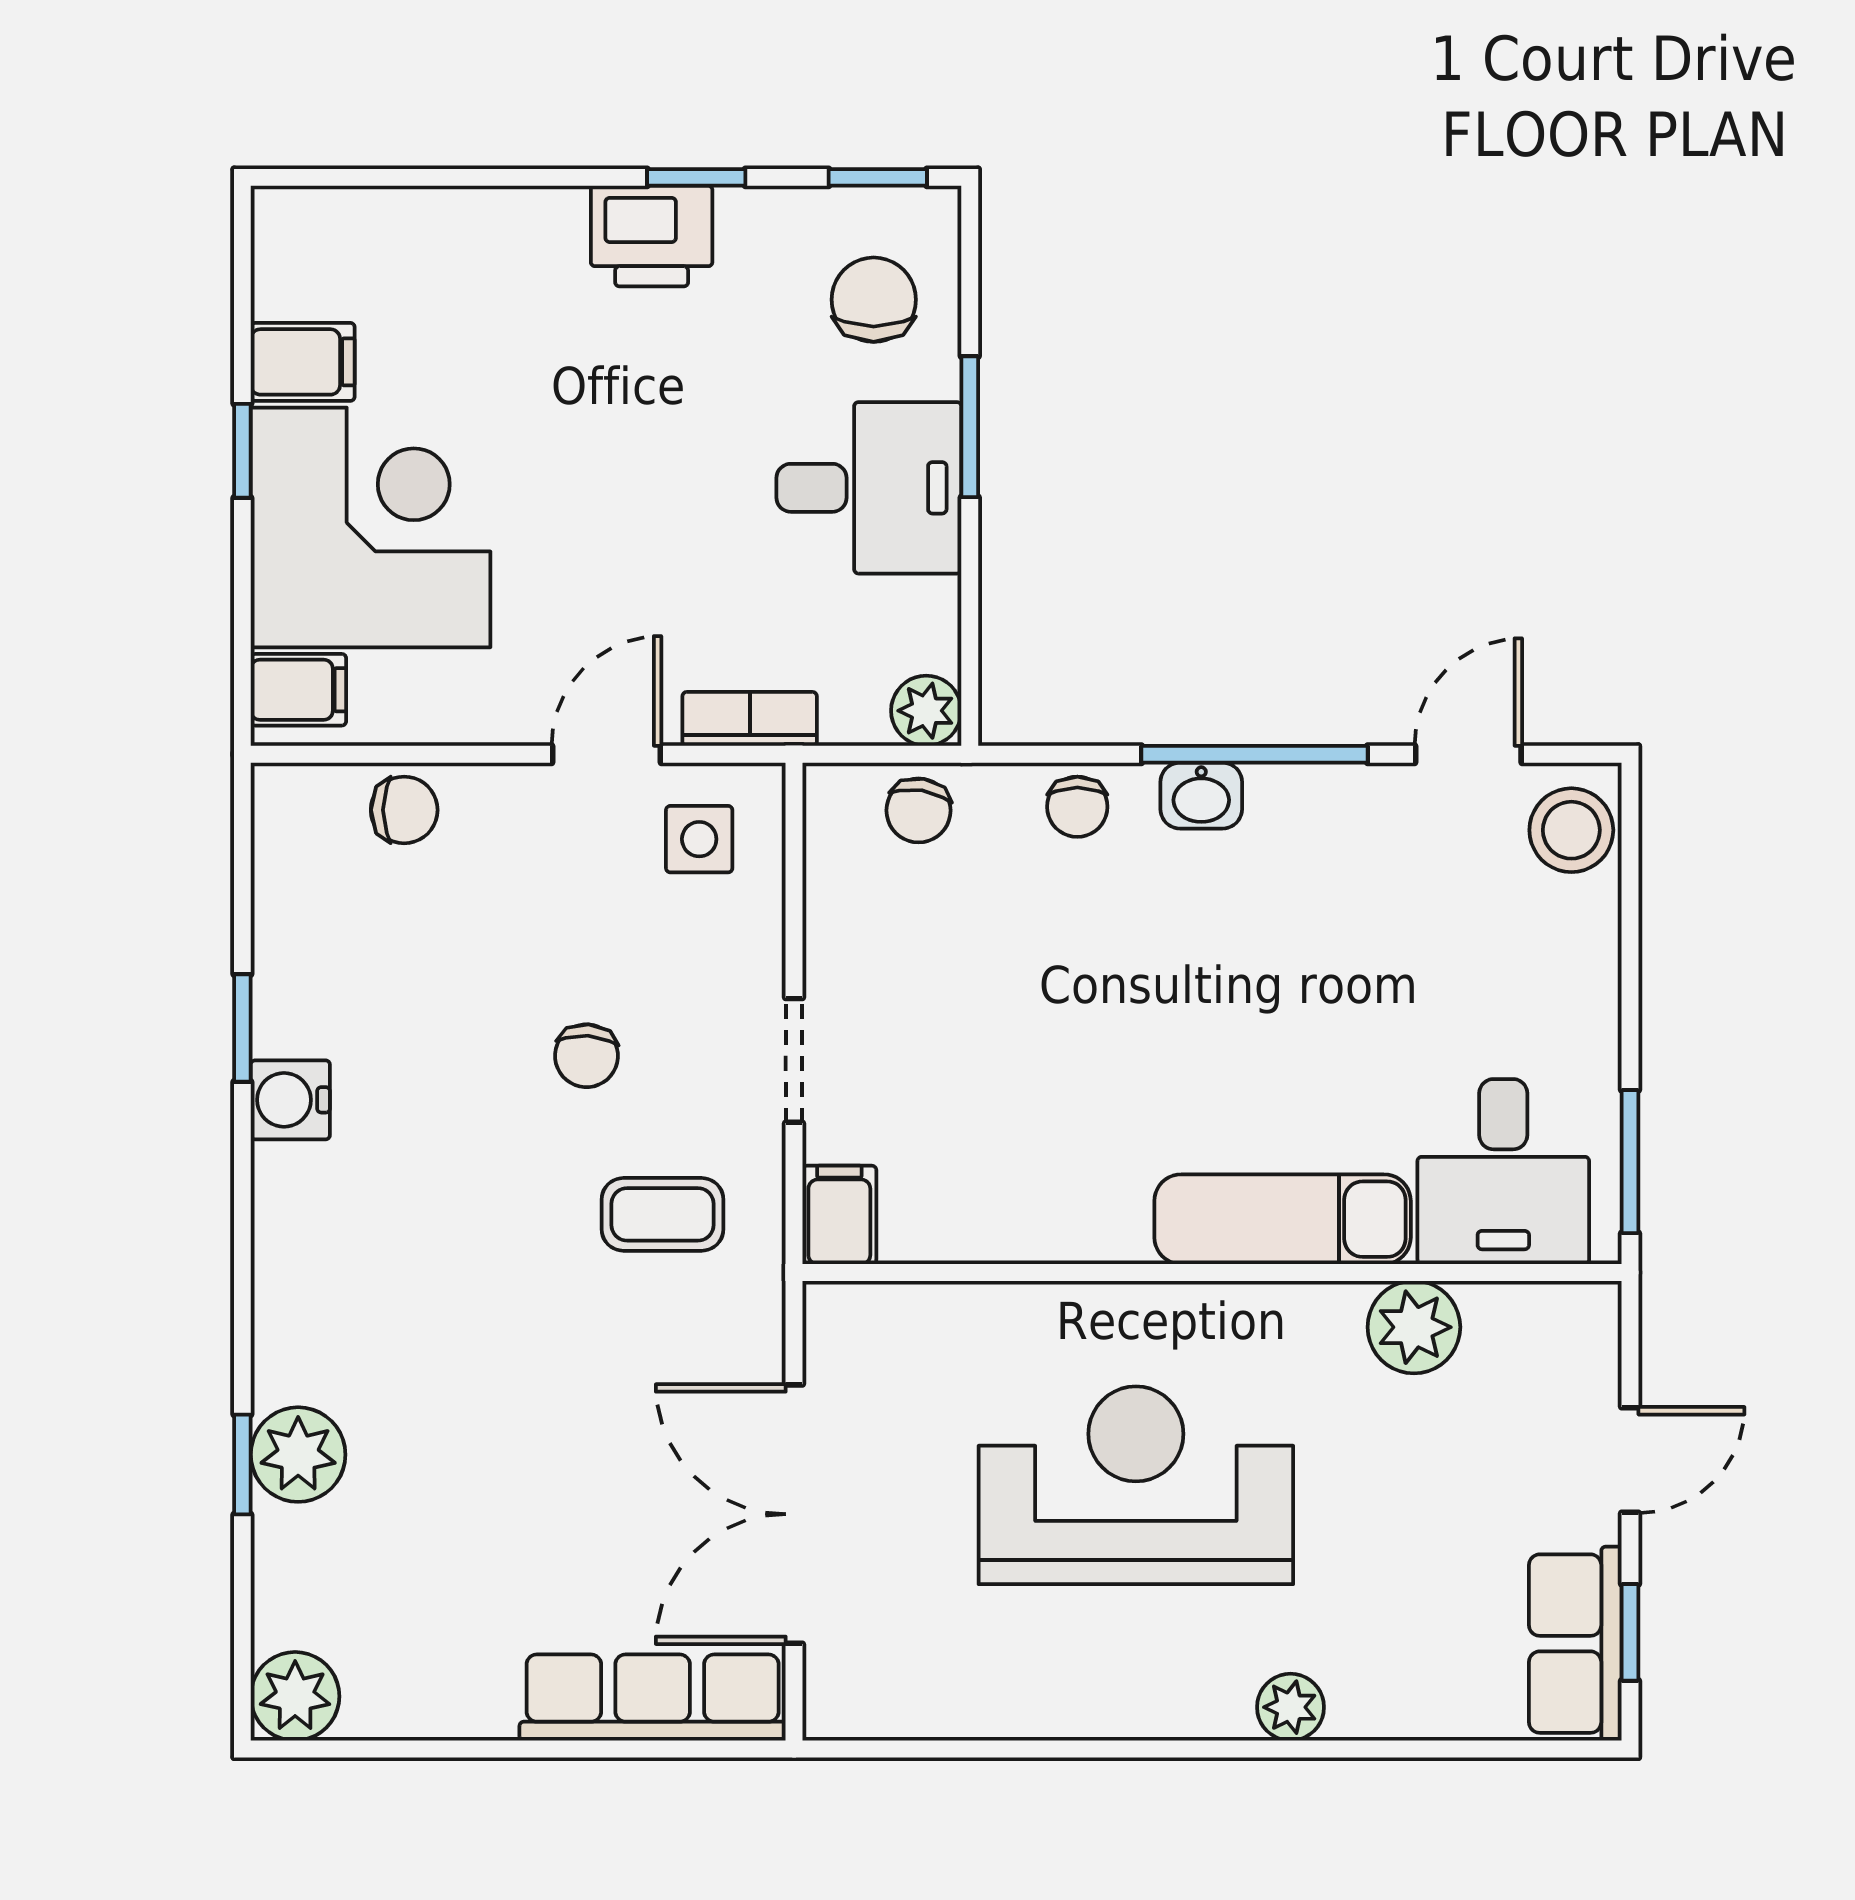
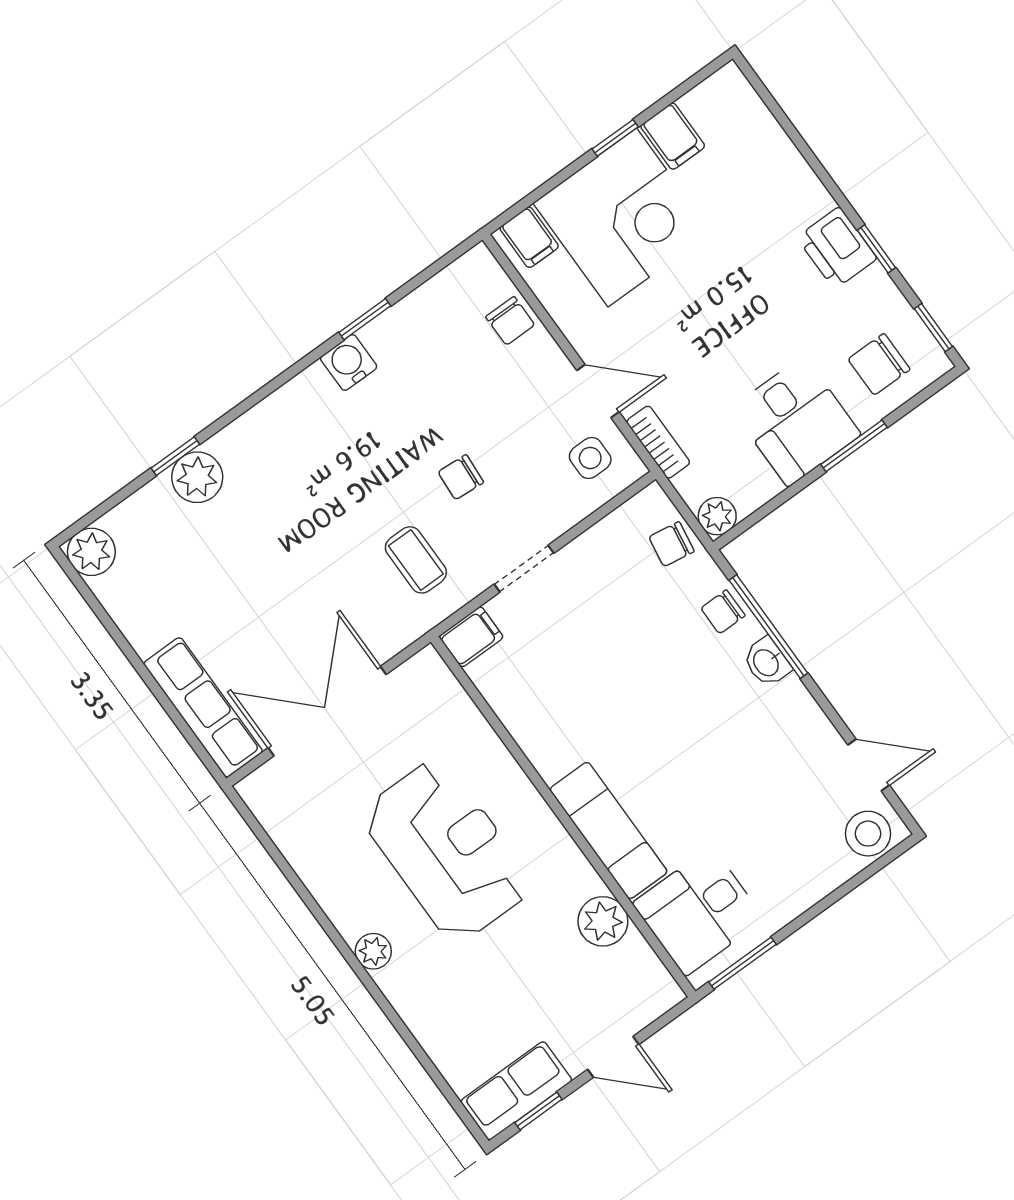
chair: (874, 300) -> (879, 364), turned 180
window: (1255, 754) -> (768, 627), moved
plant: (1290, 1707) -> (373, 951), moved

